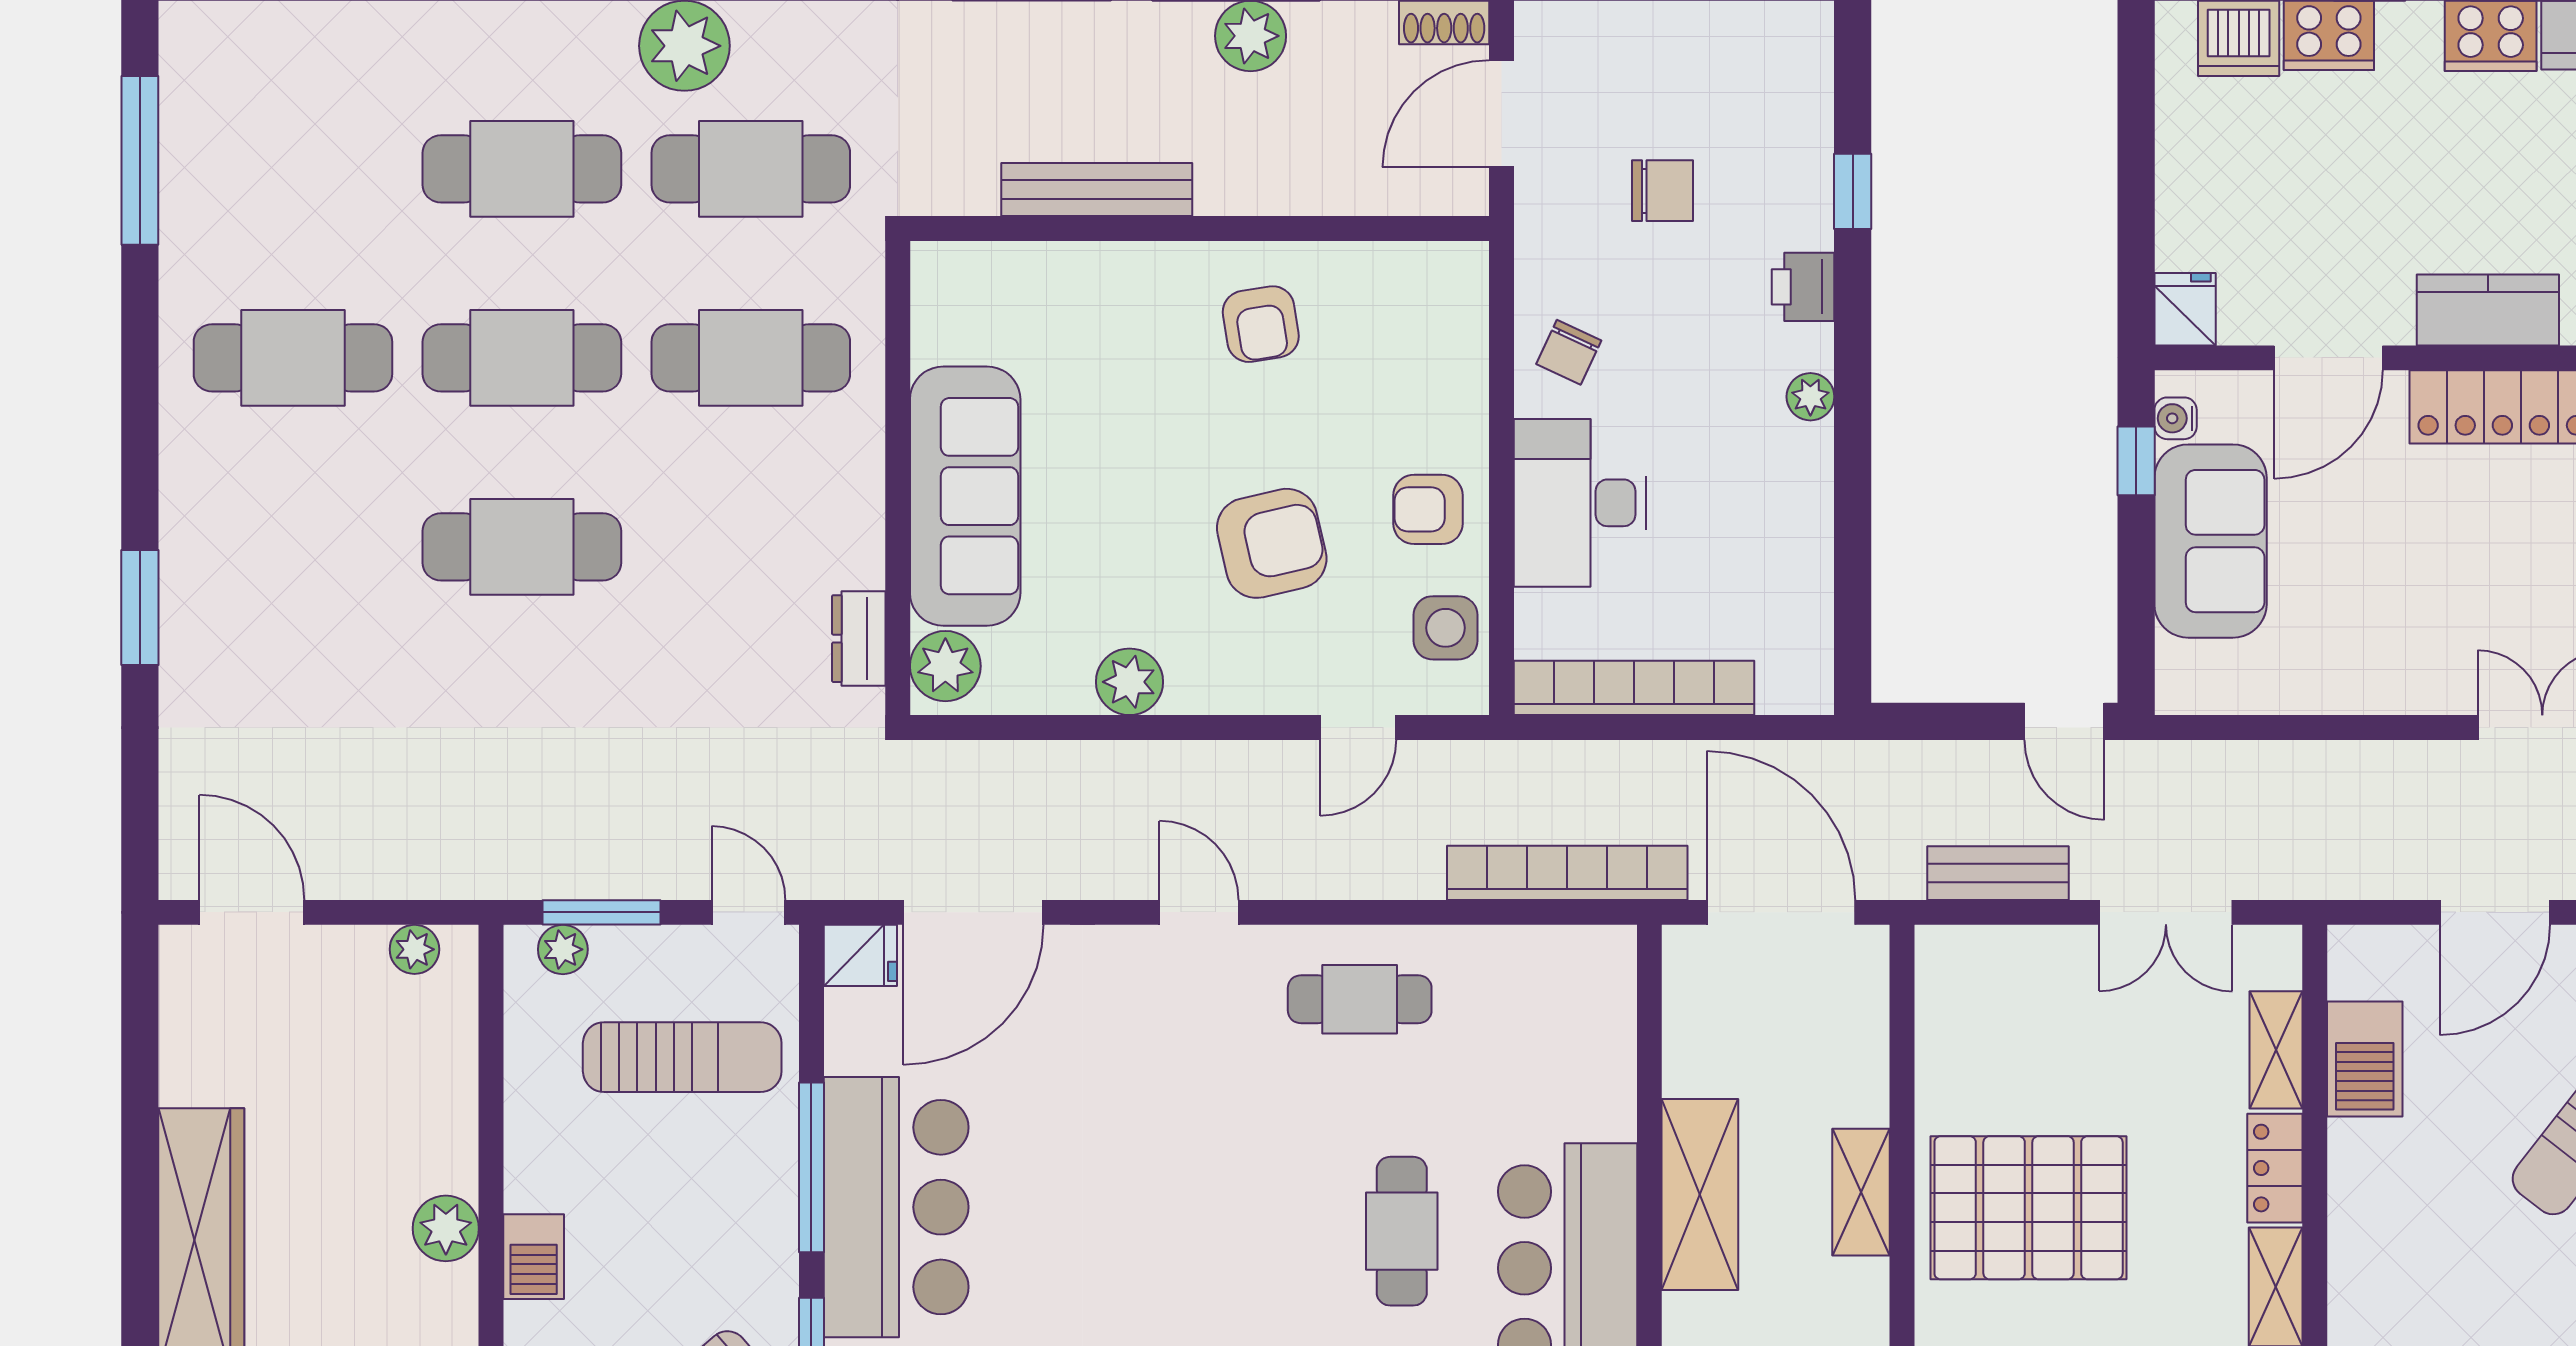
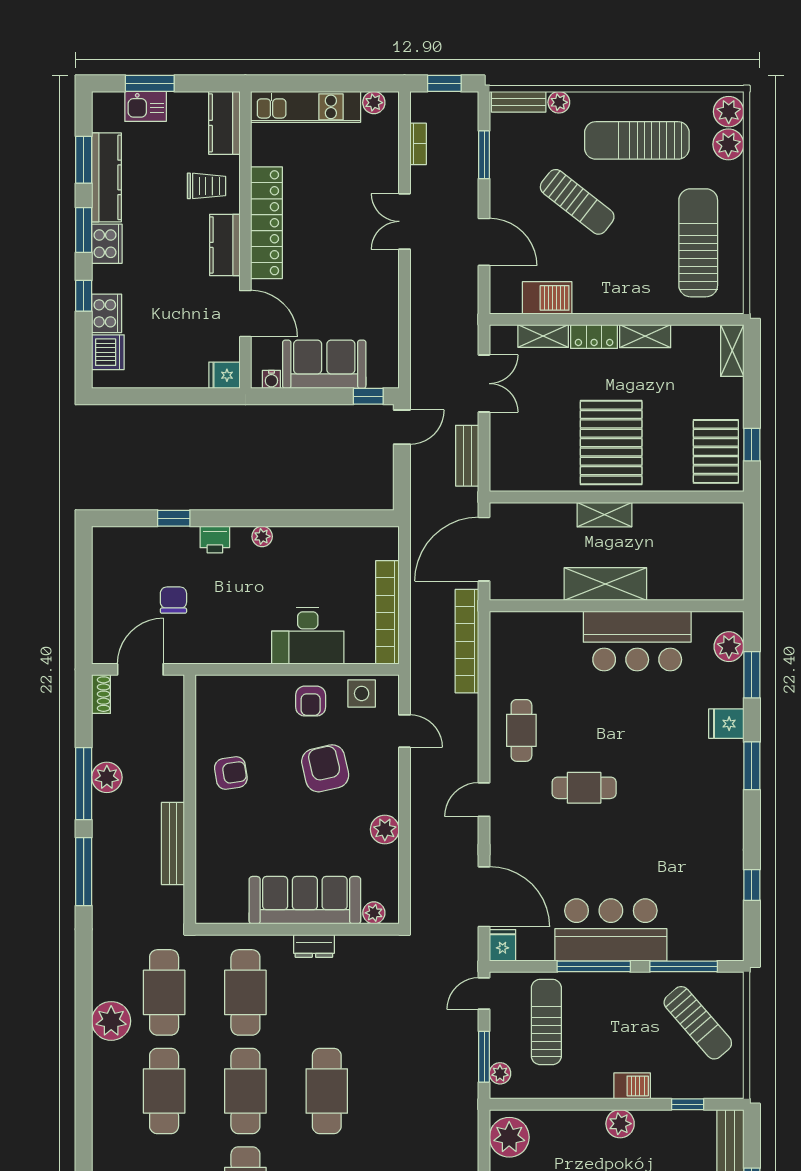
door: (1501, 114) -> (140, 669), swing flipped
chair: (1569, 352) -> (243, 640), removed
window: (2136, 461) -> (368, 396), moved
dresser: (859, 639) -> (314, 946), moved
plant: (945, 666) -> (374, 913), width x0.73, depth x0.73
plant: (414, 949) -> (509, 1137), width x1.87, depth x1.87
cafe table: (1402, 1231) -> (584, 788), moved

